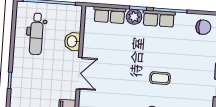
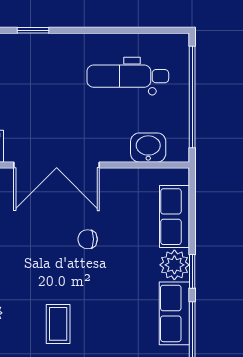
washbasin: (72, 41) -> (148, 148), moved
chair: (118, 60) -> (88, 239), added
double door: (79, 73) -> (57, 165), width x1.37

